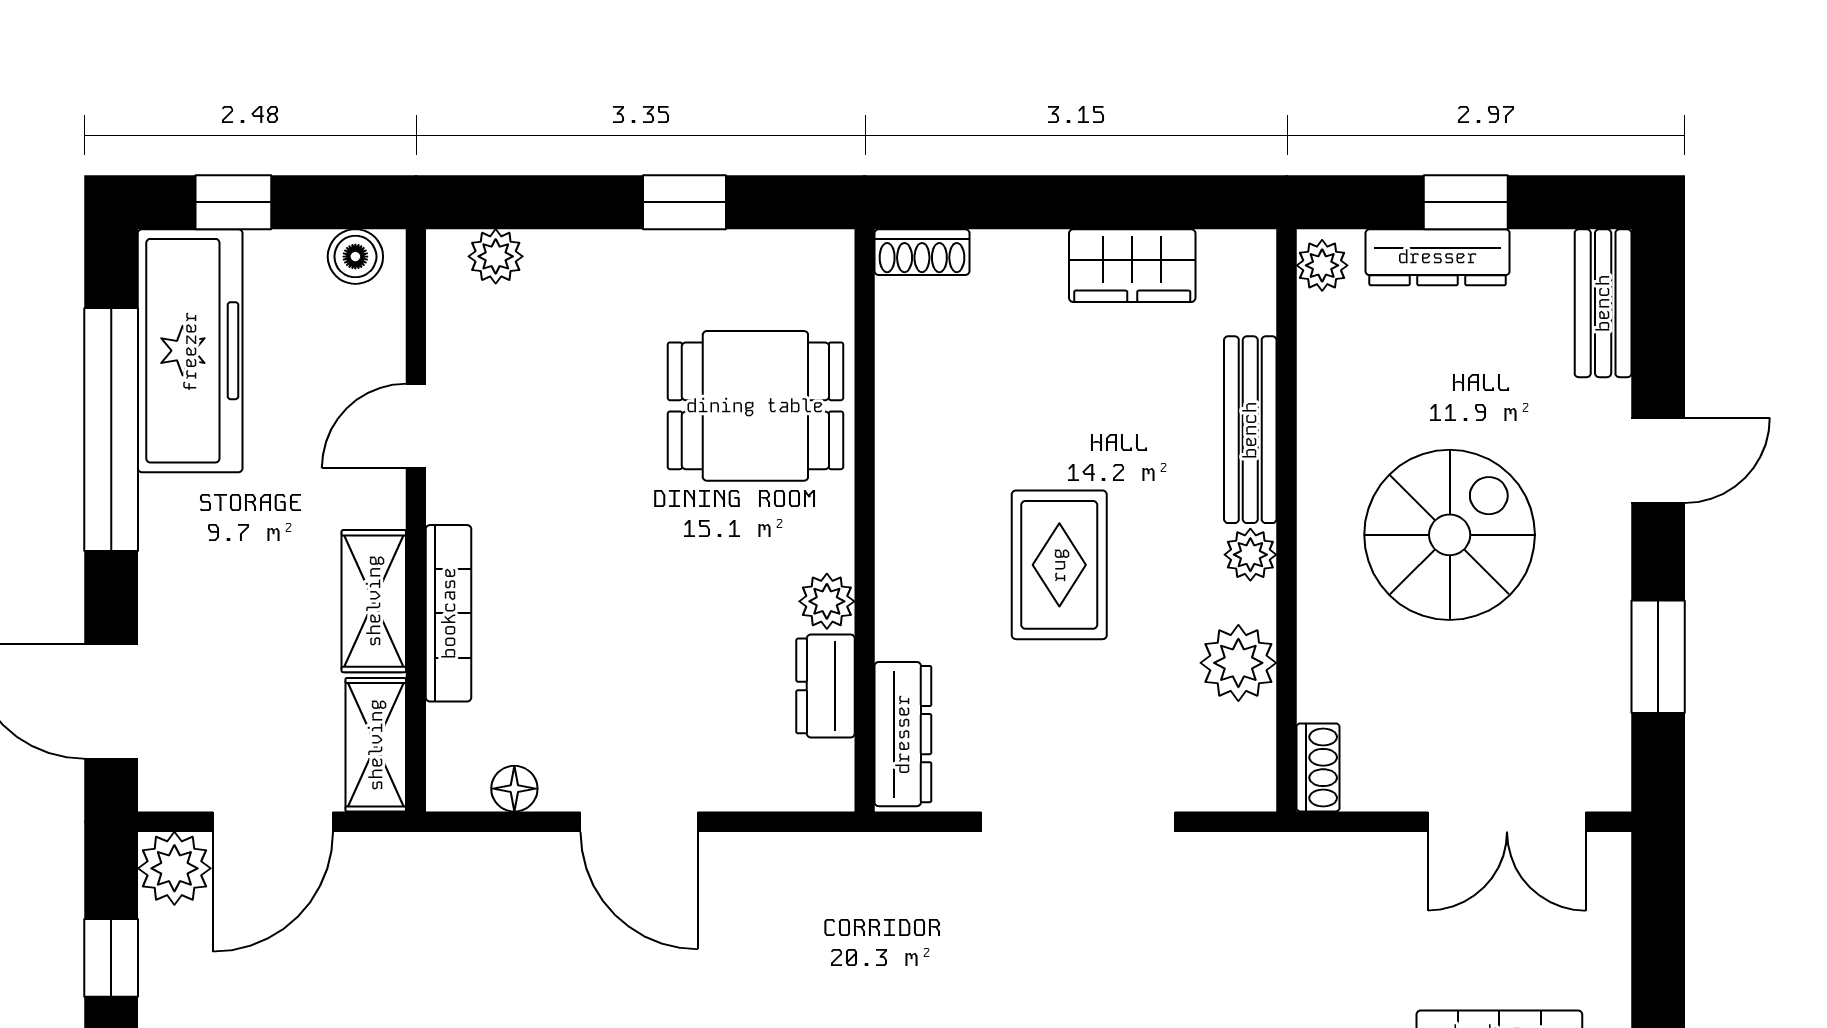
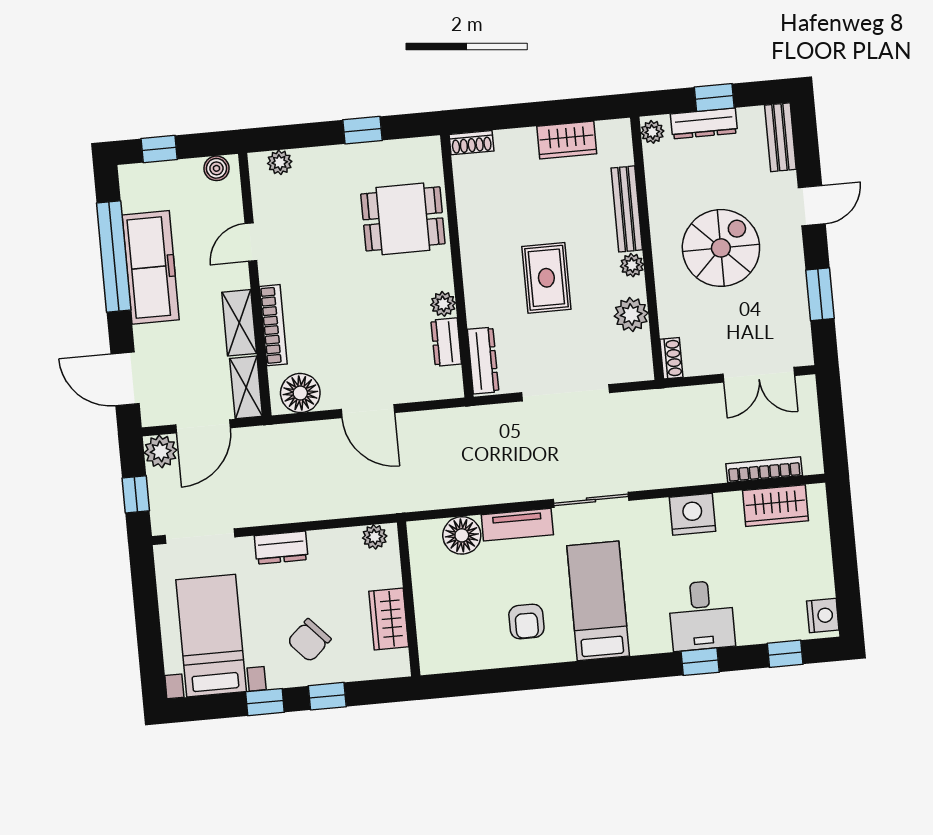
freezer: (190, 351) -> (151, 267), moved
floor lamp: (514, 789) -> (300, 393), width x1.89, depth x1.89

